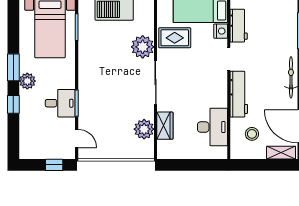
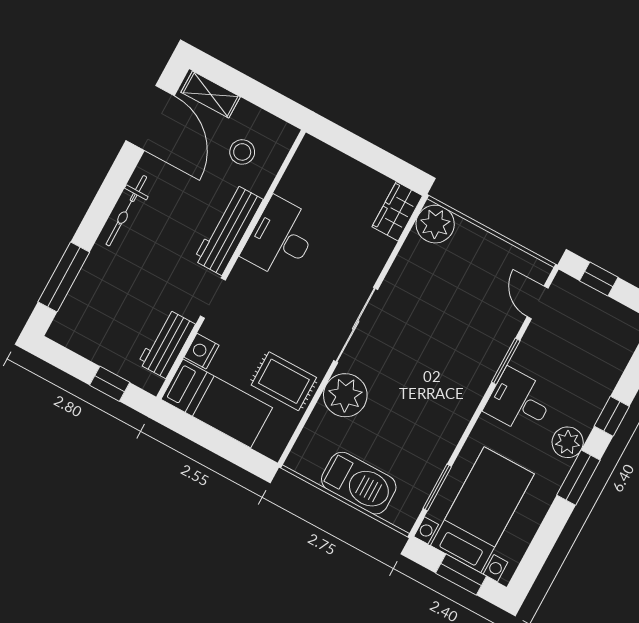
desk: (60, 103) -> (519, 402), moved
wardrobe: (165, 126) -> (397, 211), moved
desk: (212, 127) -> (280, 238), moved
plant: (144, 129) -> (435, 224), moved

